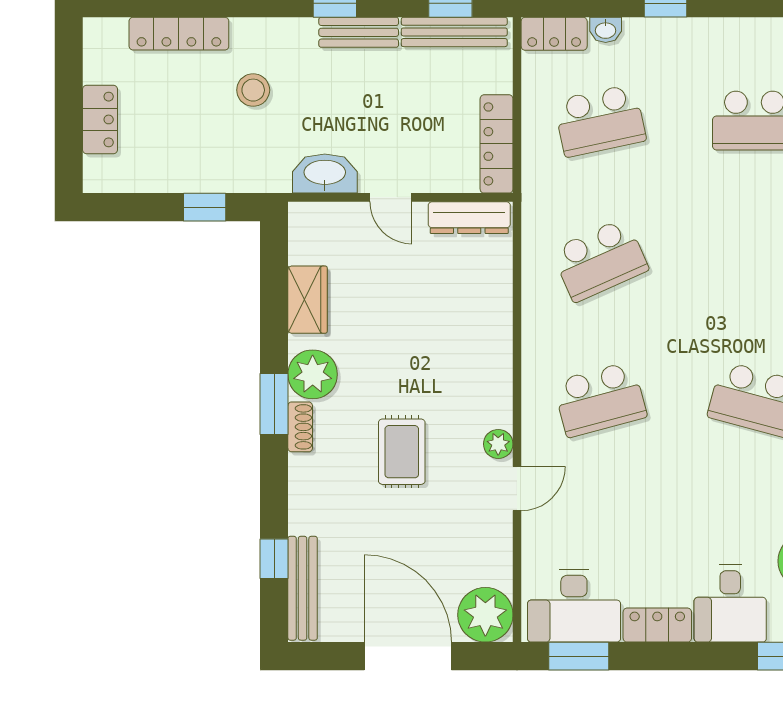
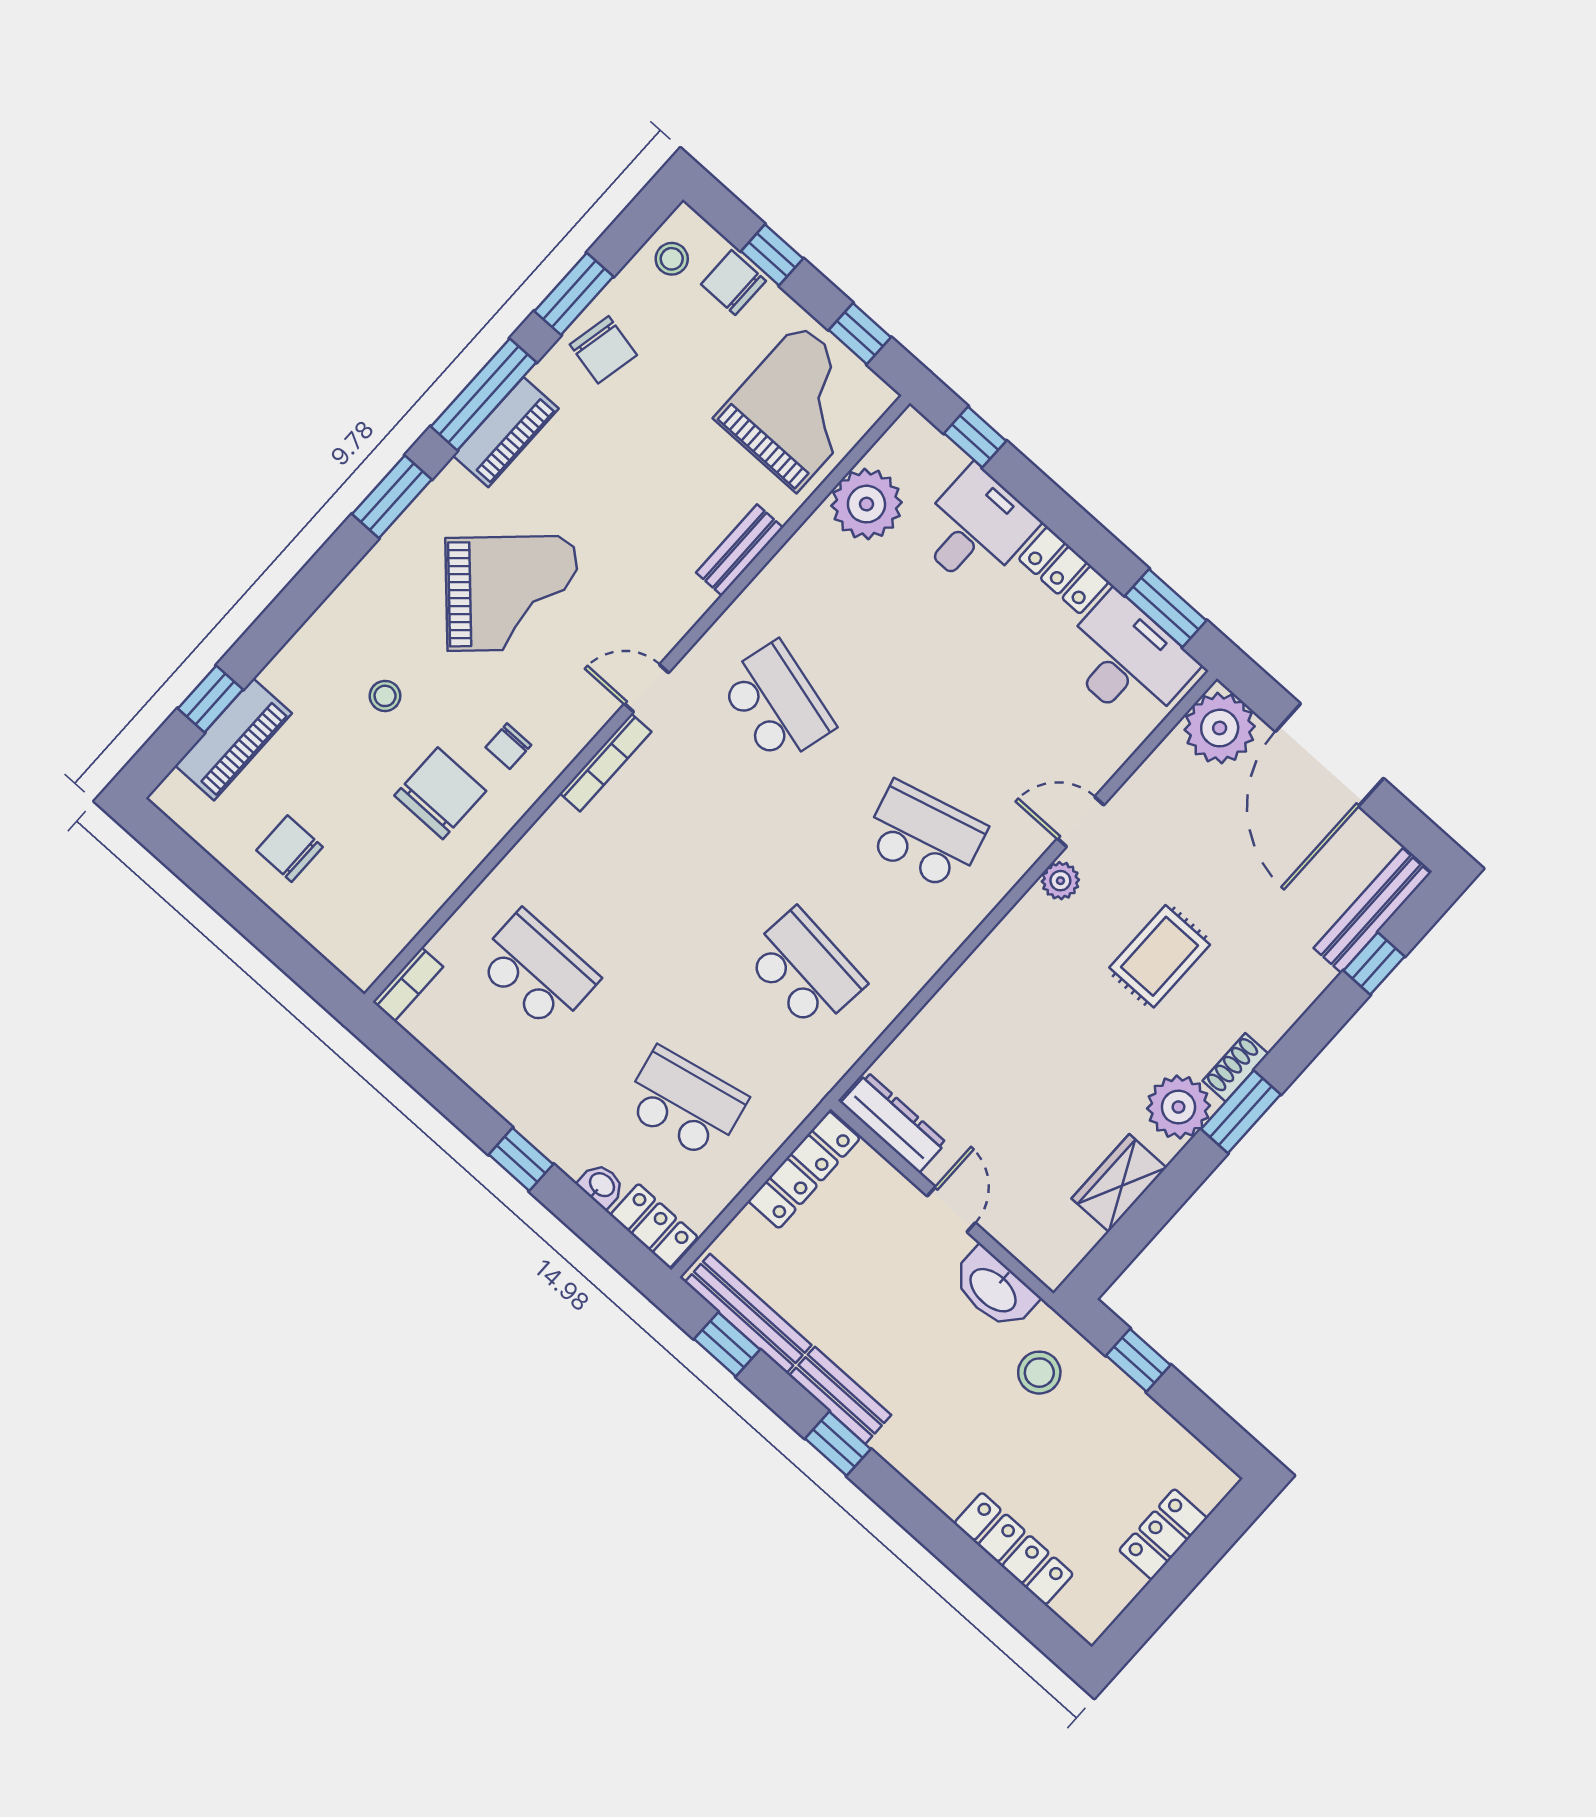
stool: (253, 90) -> (1039, 1373), moved
school desk: (600, 260) -> (805, 970), turned 30

